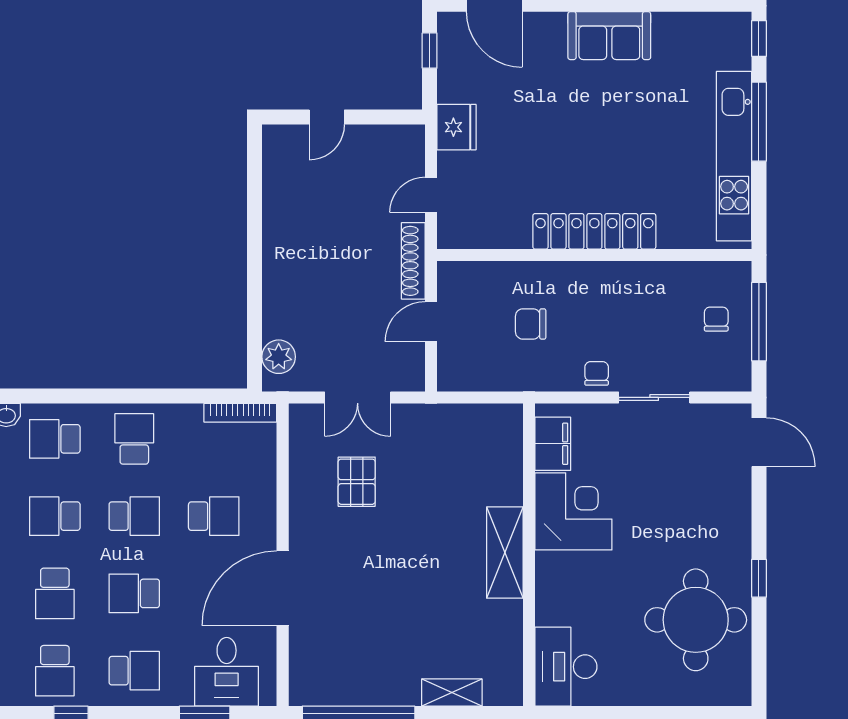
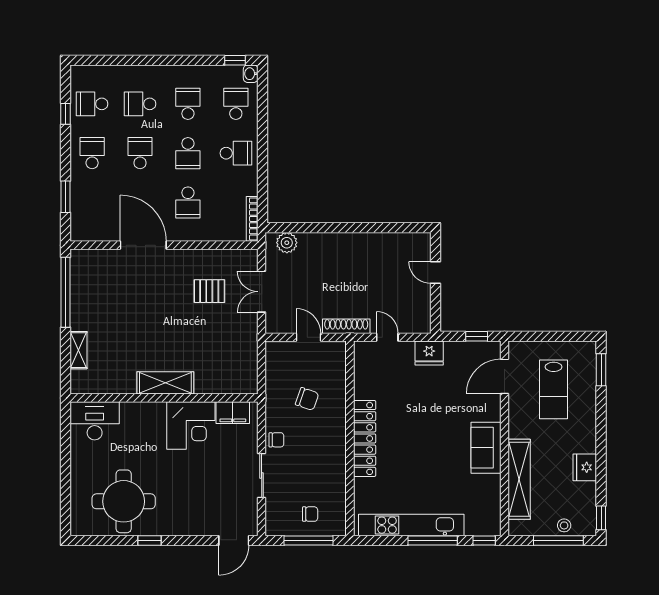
chair: (531, 324) -> (307, 399), turned 109
school desk: (134, 671) -> (92, 153), turned 180
desk: (227, 672) -> (91, 210), removed

